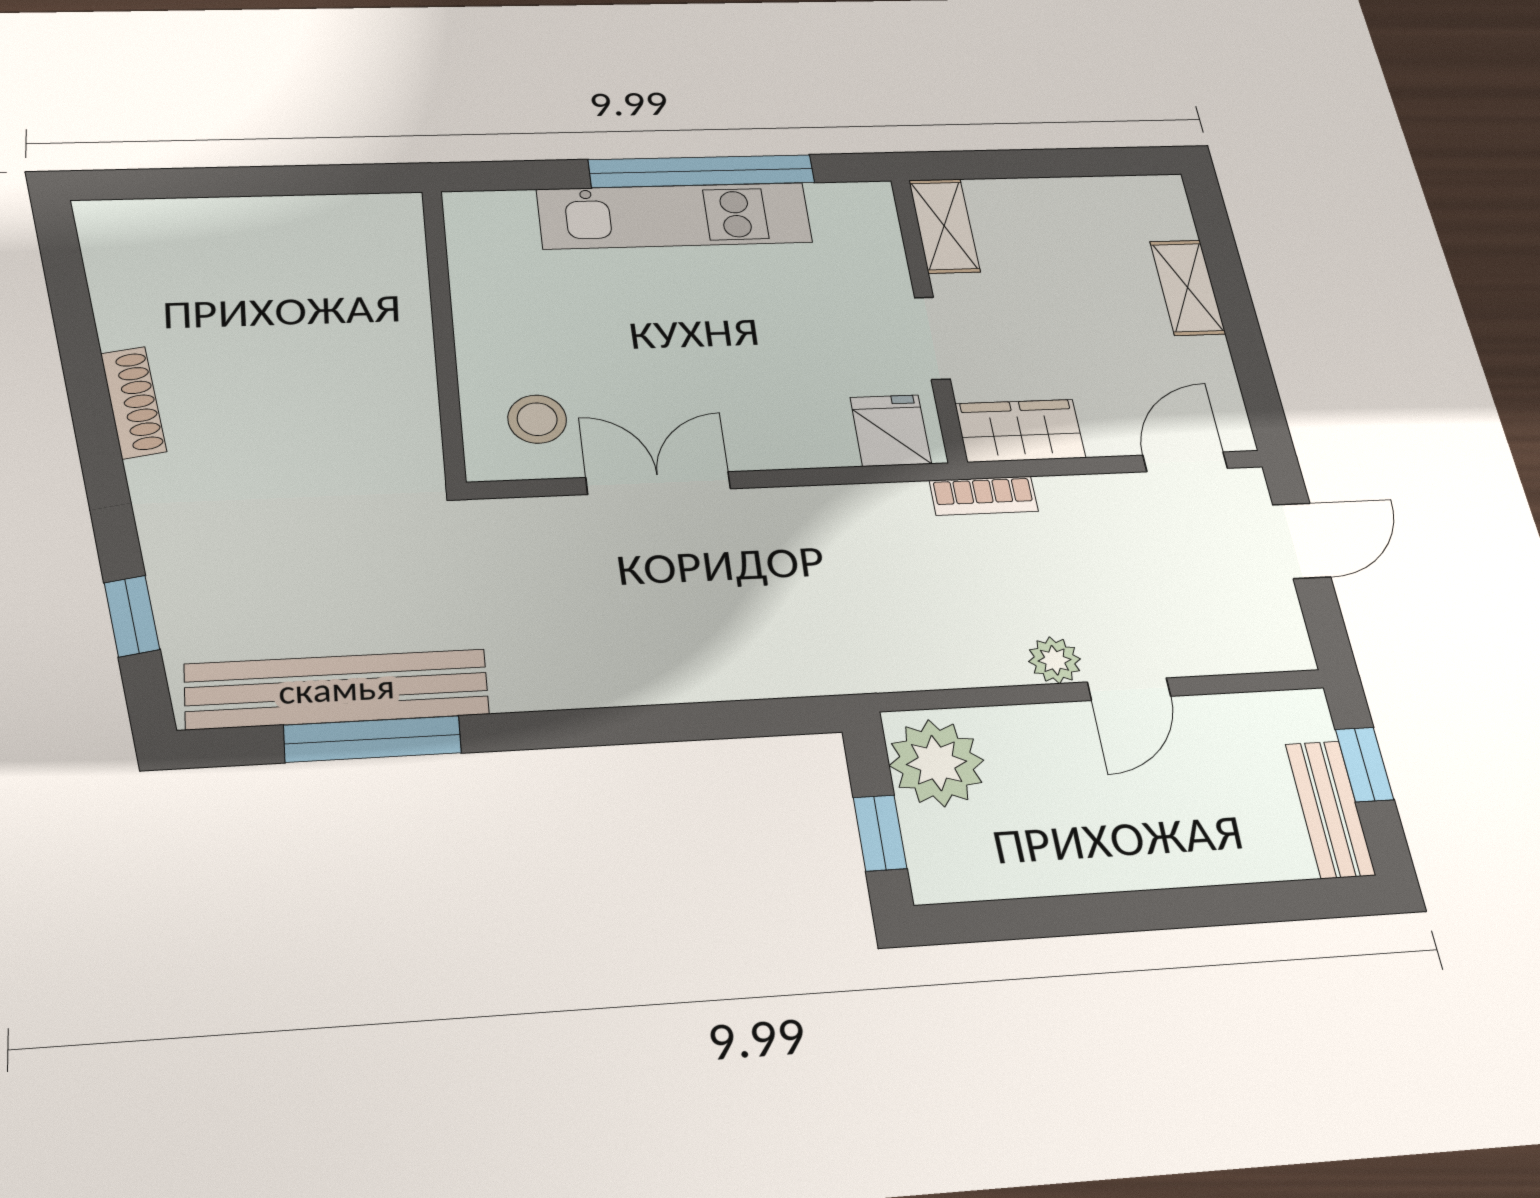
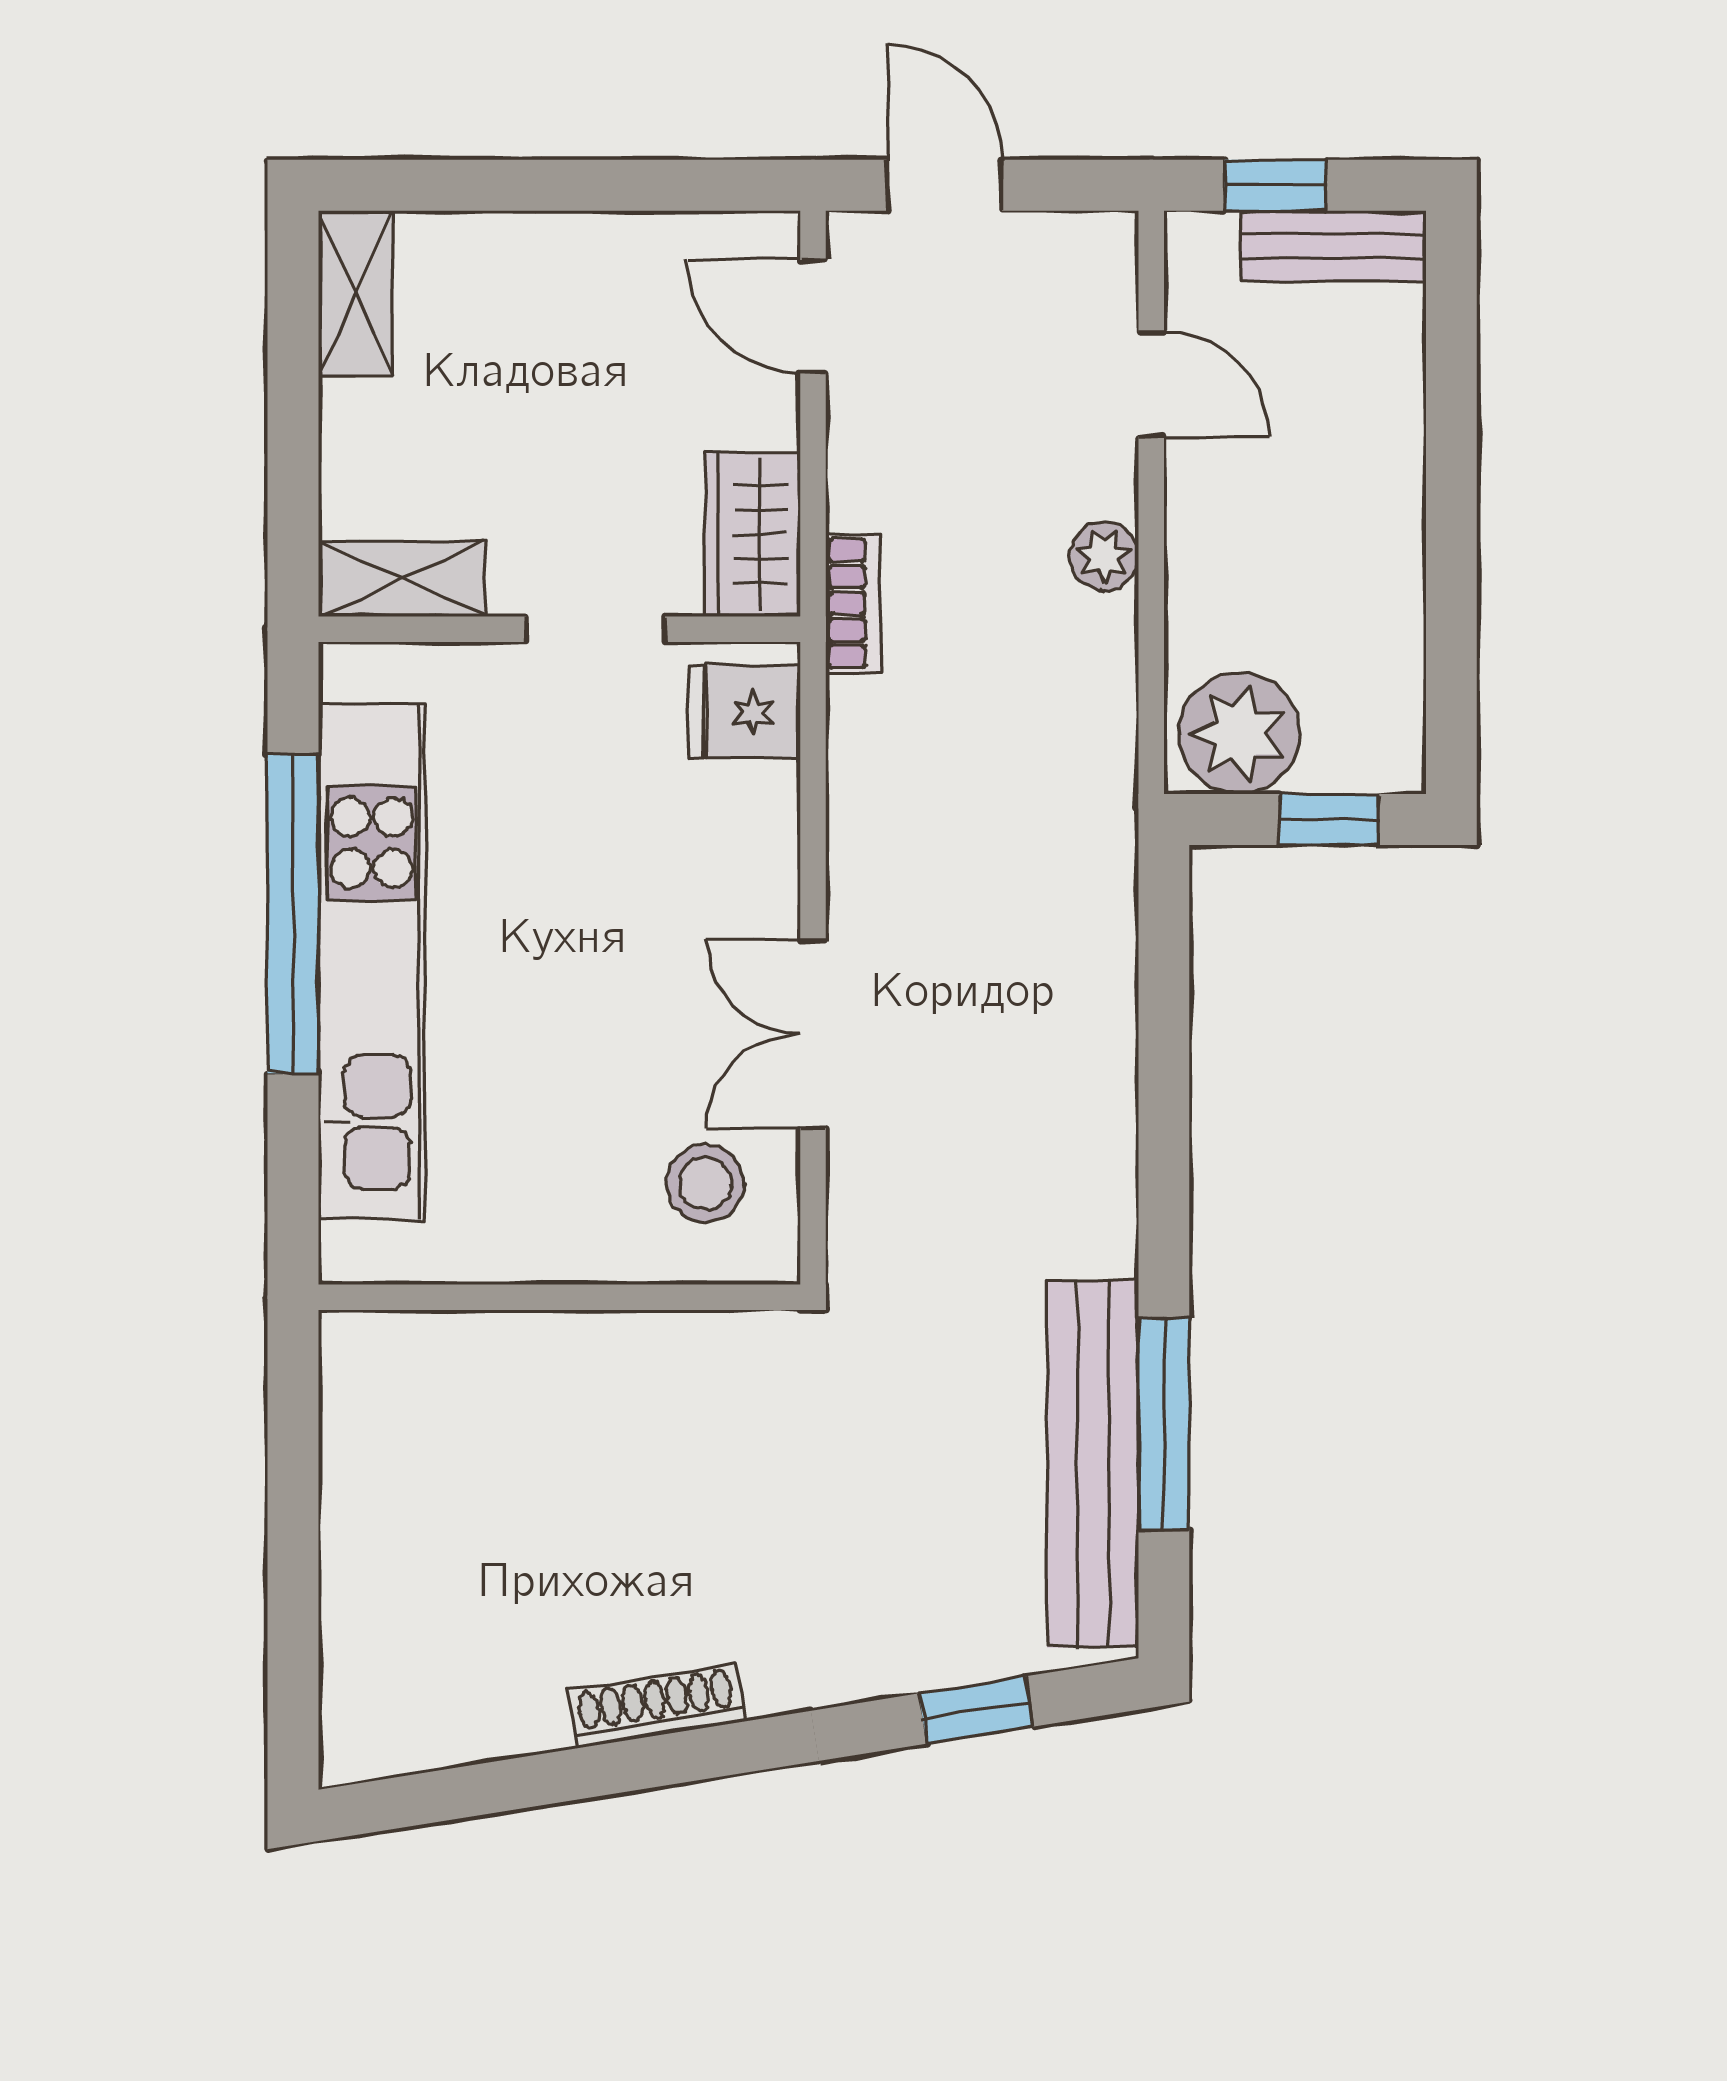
kitchen unit: (674, 216) -> (372, 962), width x1.36
shelving: (1187, 287) -> (355, 293), moved, turned 90
door: (1129, 689) -> (1151, 384), moved

